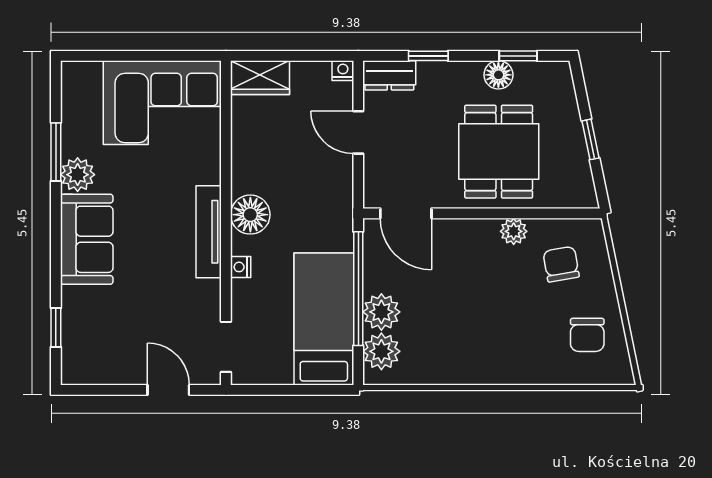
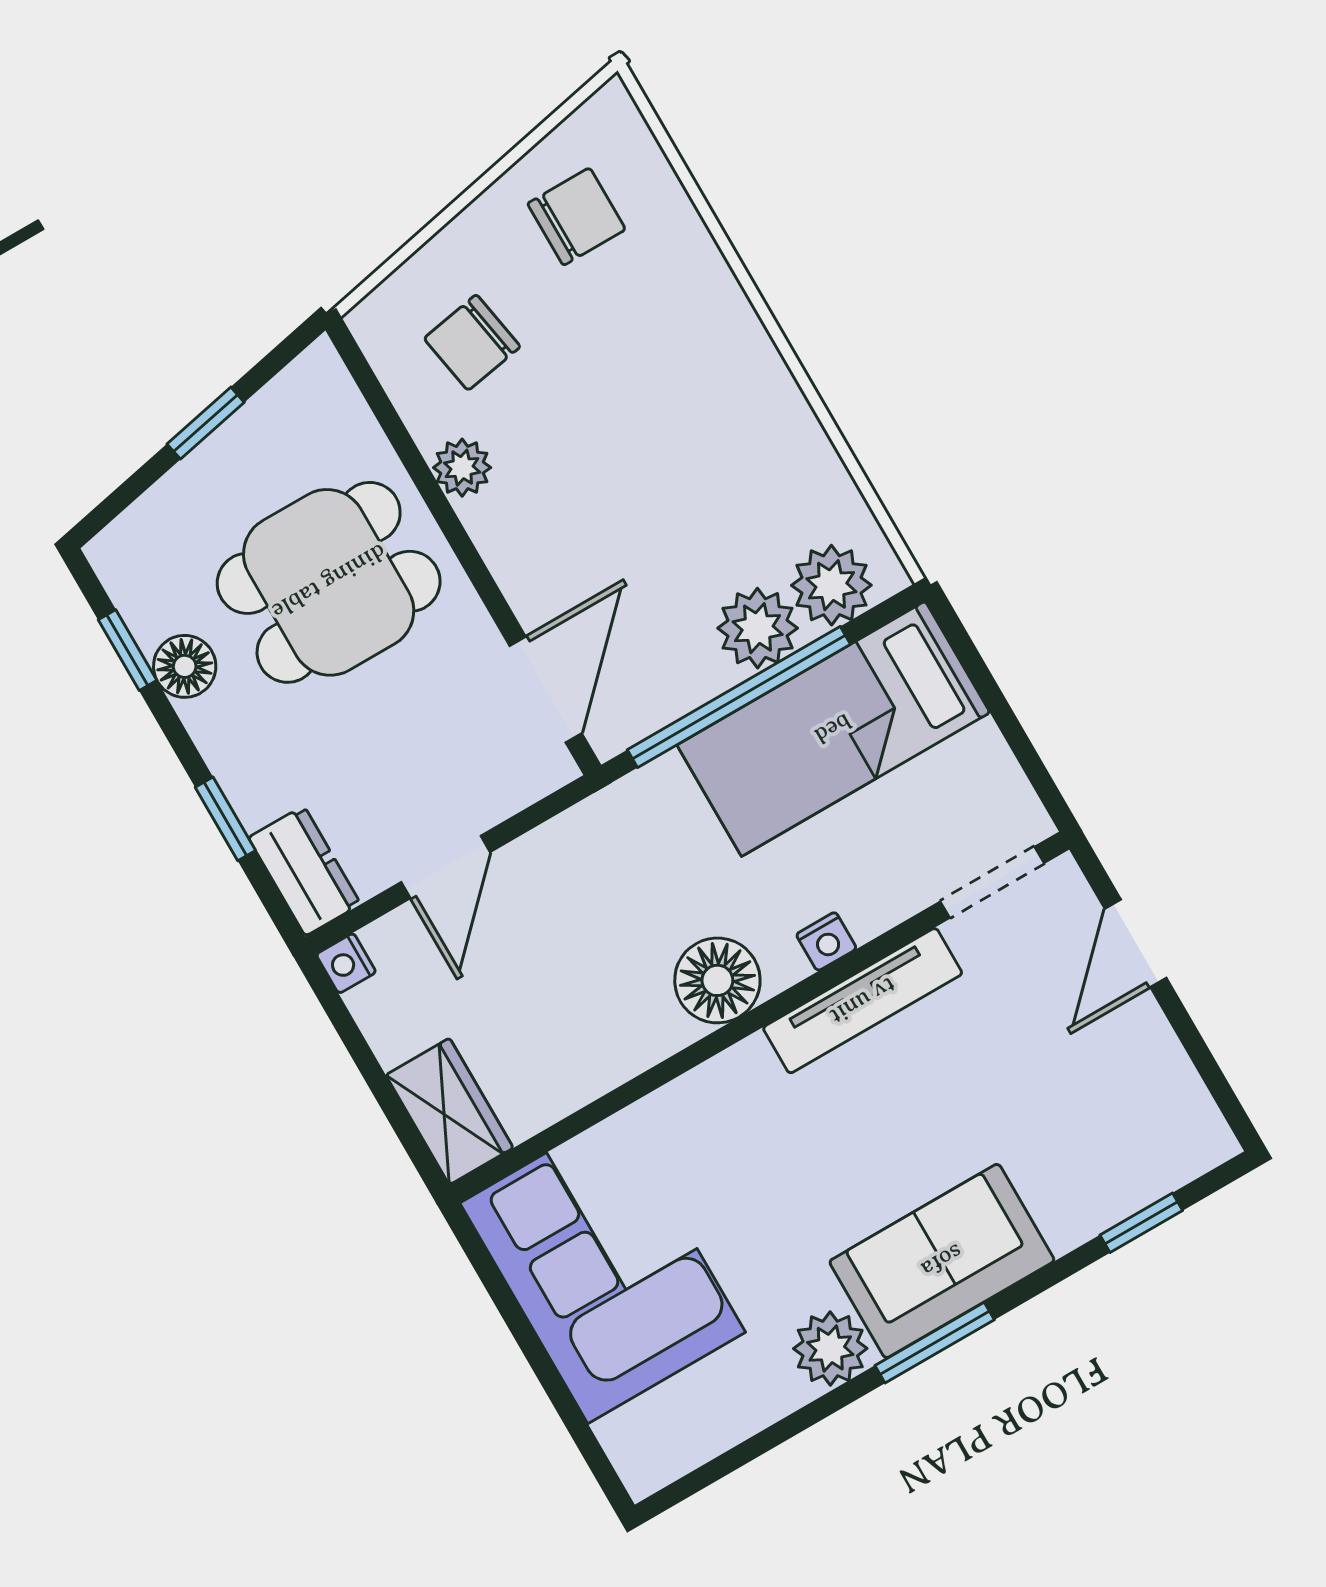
window: (56, 152) -> (935, 1343), moved
tv unit: (209, 232) -> (863, 1001), moved

